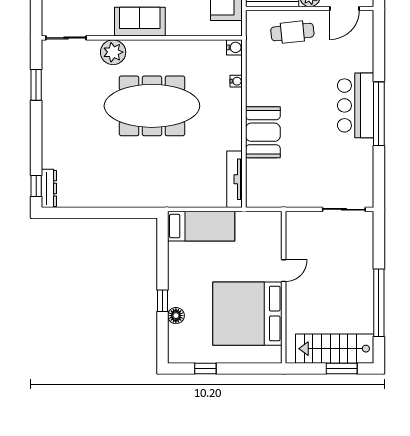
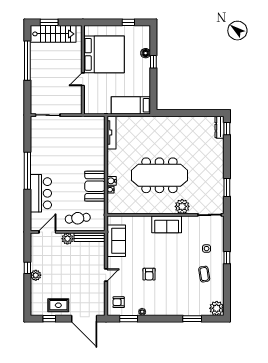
water cooler: (234, 47) -> (112, 181), moved
bar counter: (356, 105) -> (41, 193), moved
booth: (263, 132) -> (95, 186), moved

